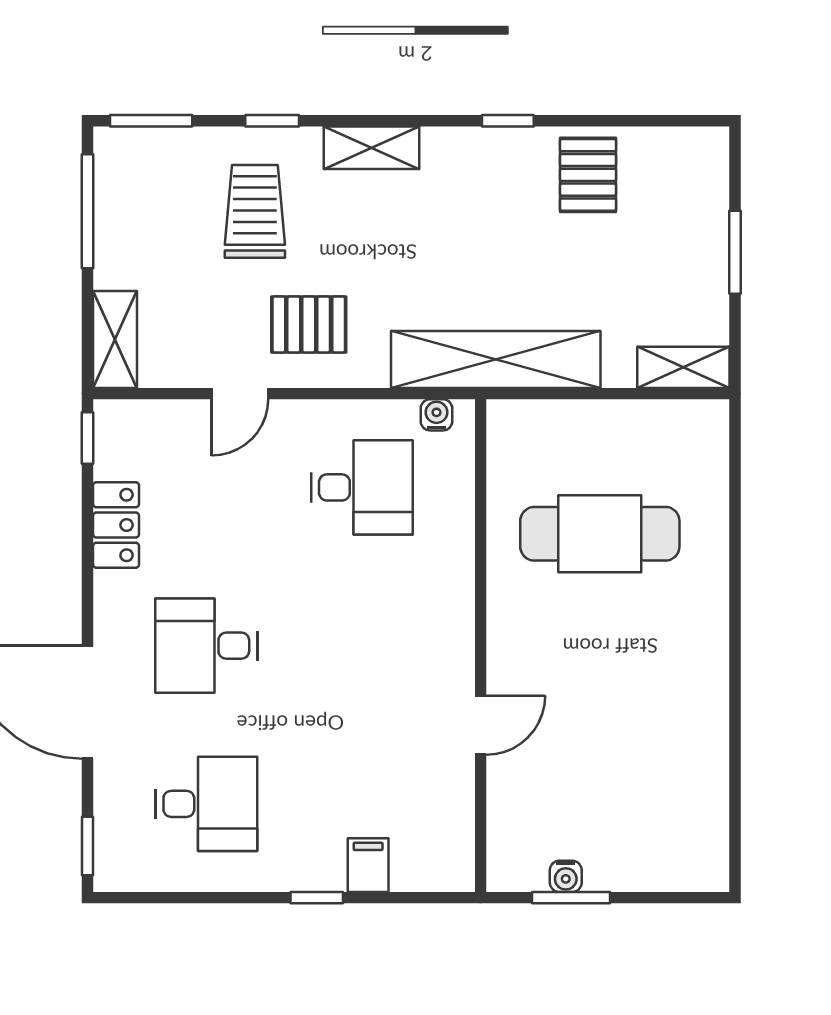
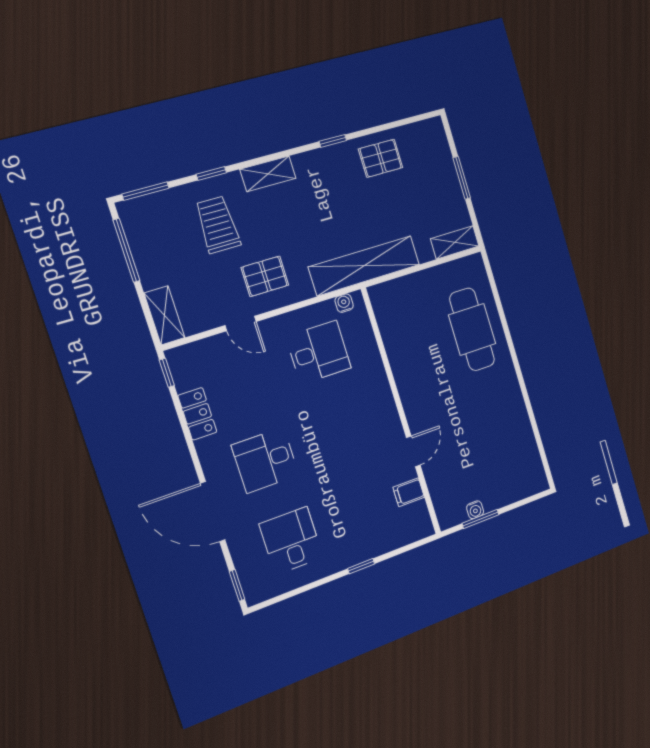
pallet: (588, 175) -> (381, 158), turned 90
door: (240, 394) -> (241, 324), hinge flipped
cafe table: (600, 534) -> (472, 329), moved, turned 90
desk: (206, 804) -> (291, 541), turned -90
filing cabinet: (368, 865) -> (409, 492), moved, turned -90

